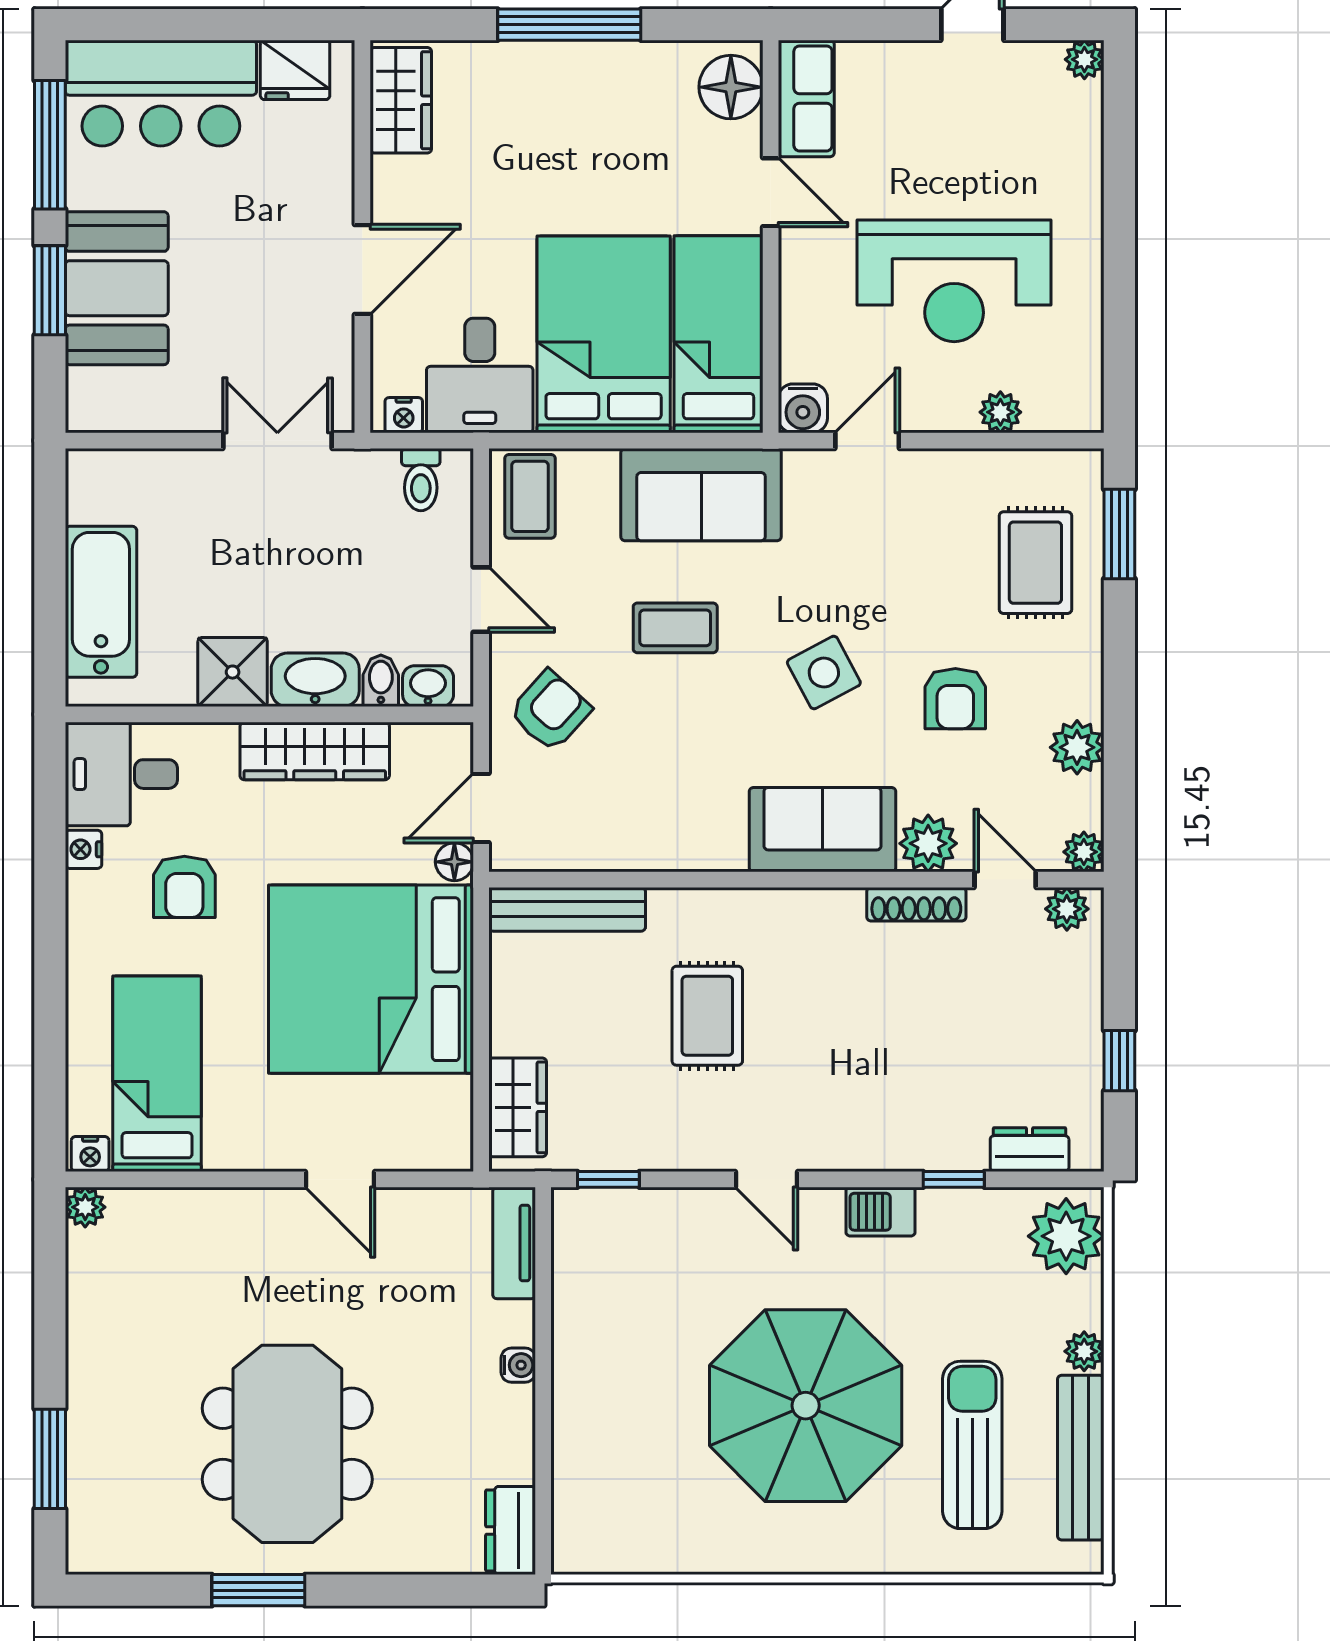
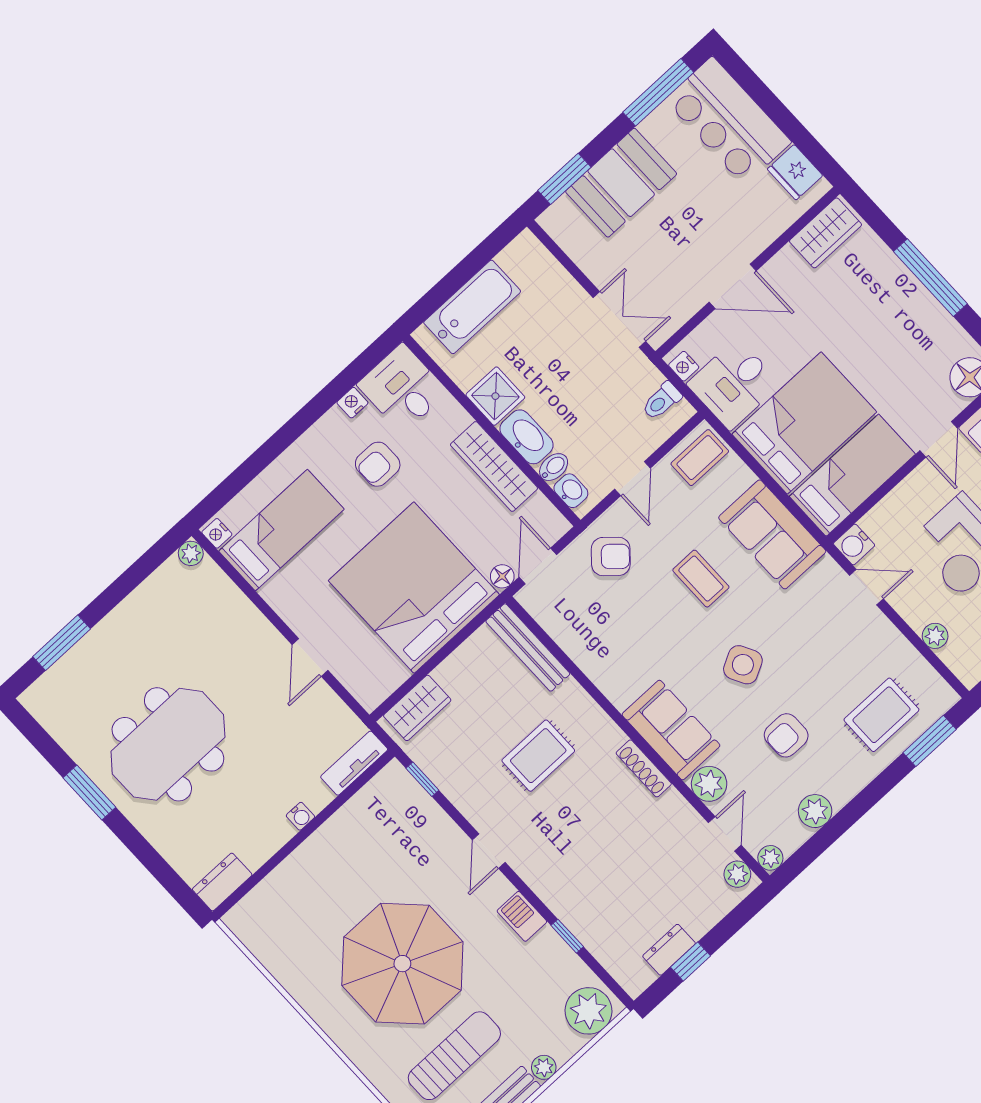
window: (50, 290) -> (564, 179), moved
door: (481, 808) -> (538, 566), hinge flipped
shoe rack: (916, 904) -> (644, 768), moved
dresser: (1030, 1150) -> (669, 950), moved, turned -90

